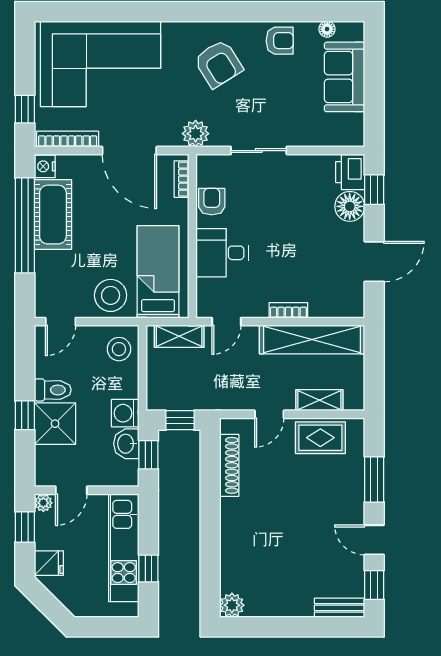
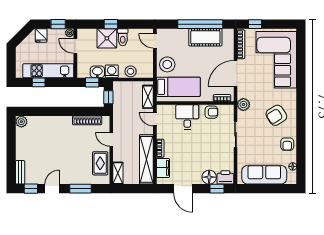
sofa: (345, 77) -> (264, 175), width x1.36
nightstand: (45, 166) -> (228, 33), removed
filing cabinet: (330, 304) -> (163, 168), added
stool: (119, 349) -> (131, 71), moved
shelving: (319, 400) -> (118, 173), moved

